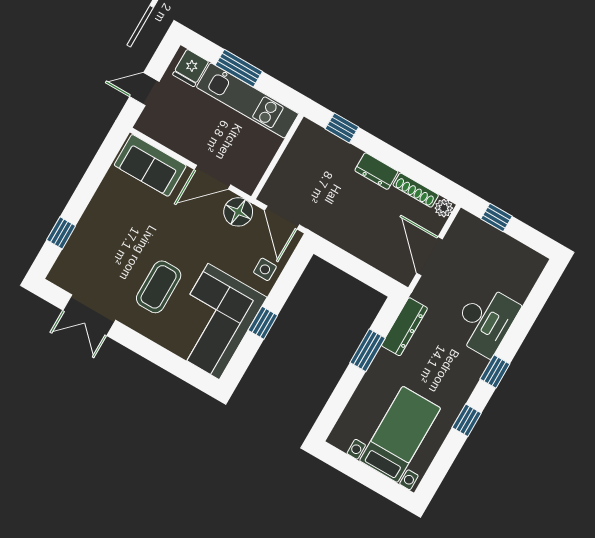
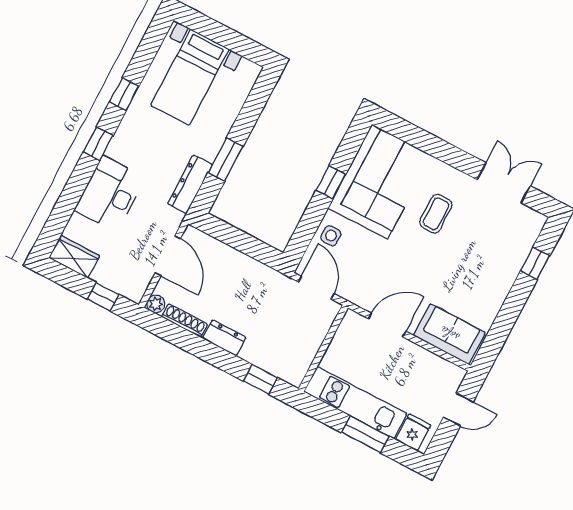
floor lamp: (238, 212) -> (360, 292), removed
wardrobe: (524, 259) -> (74, 257), added
coffee table: (159, 287) -> (436, 214), width x0.73, depth x0.77

